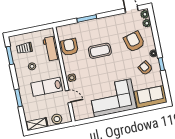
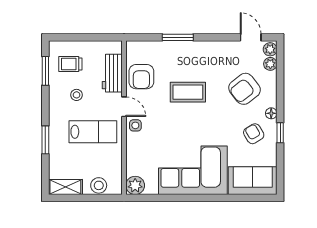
armchair: (134, 42) -> (245, 89), turned -113
armchair: (69, 47) -> (141, 77), turned 180
lab bench: (47, 87) -> (93, 132), turned 180
door: (68, 96) -> (124, 107), moved
plant: (79, 114) -> (135, 185), added

